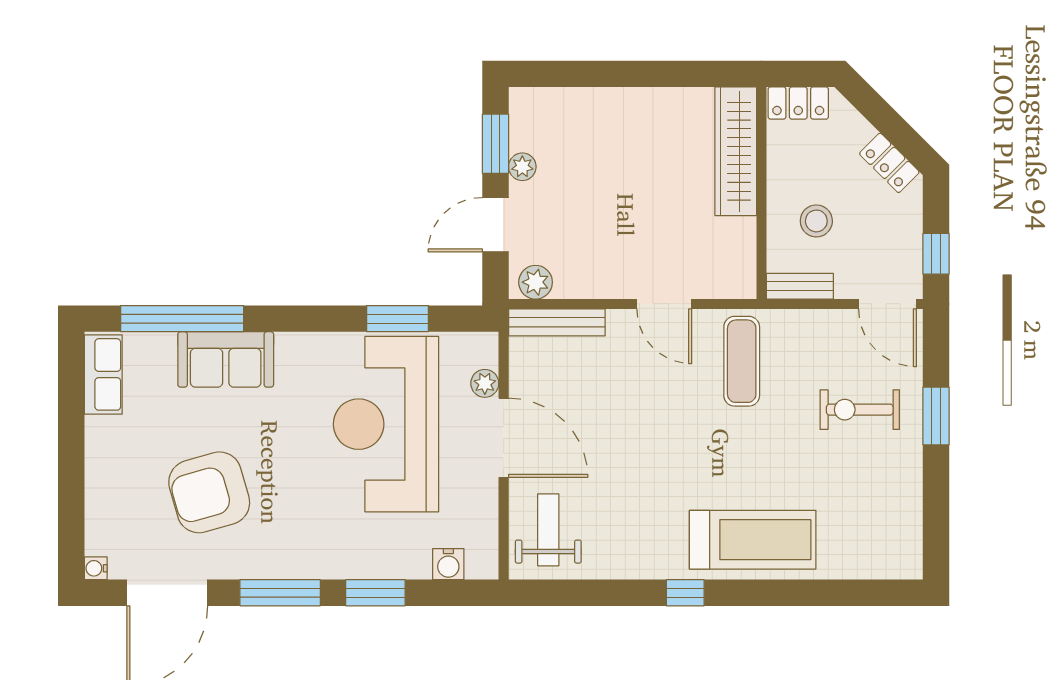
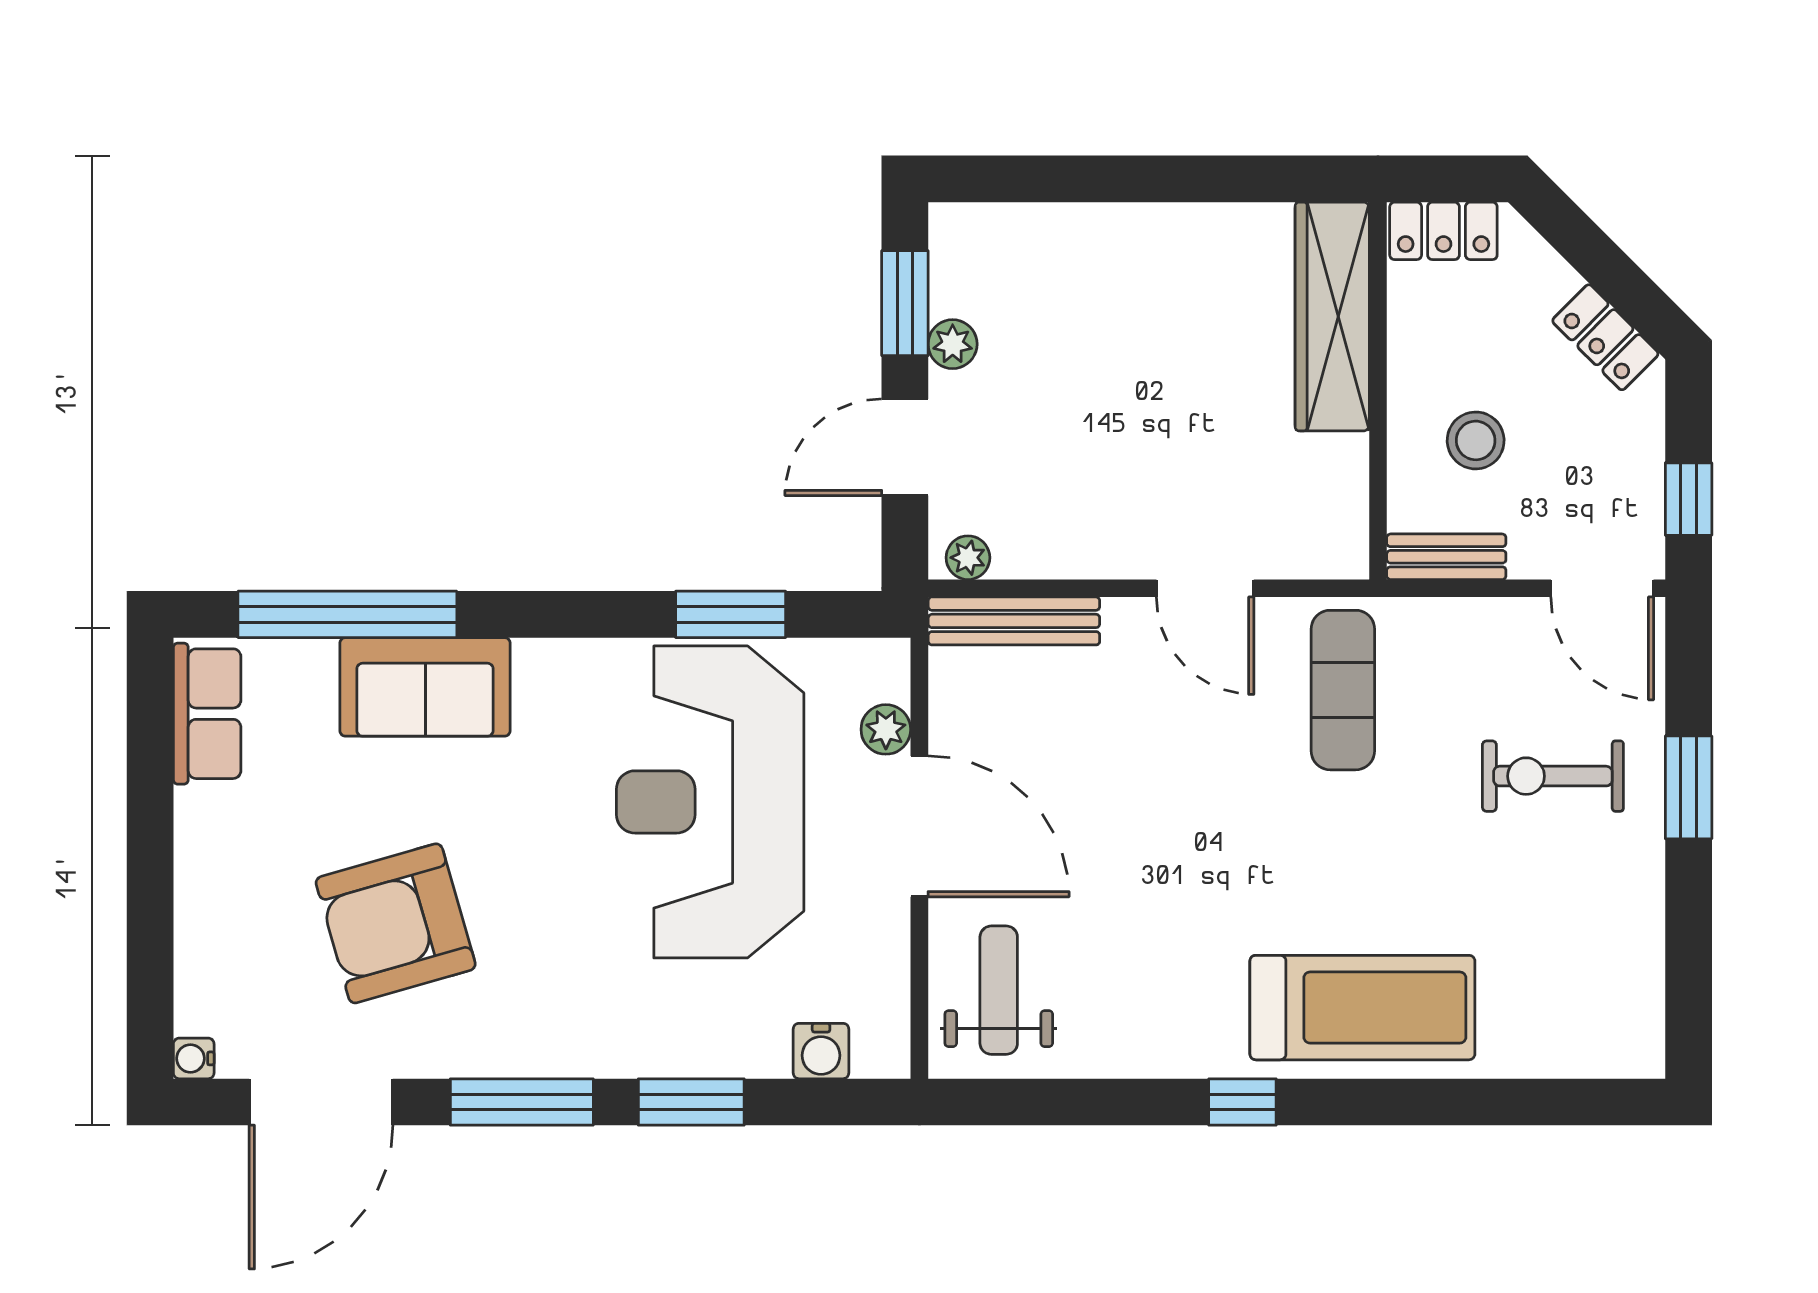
plant: (536, 282) -> (968, 558), width x0.73, depth x0.73

